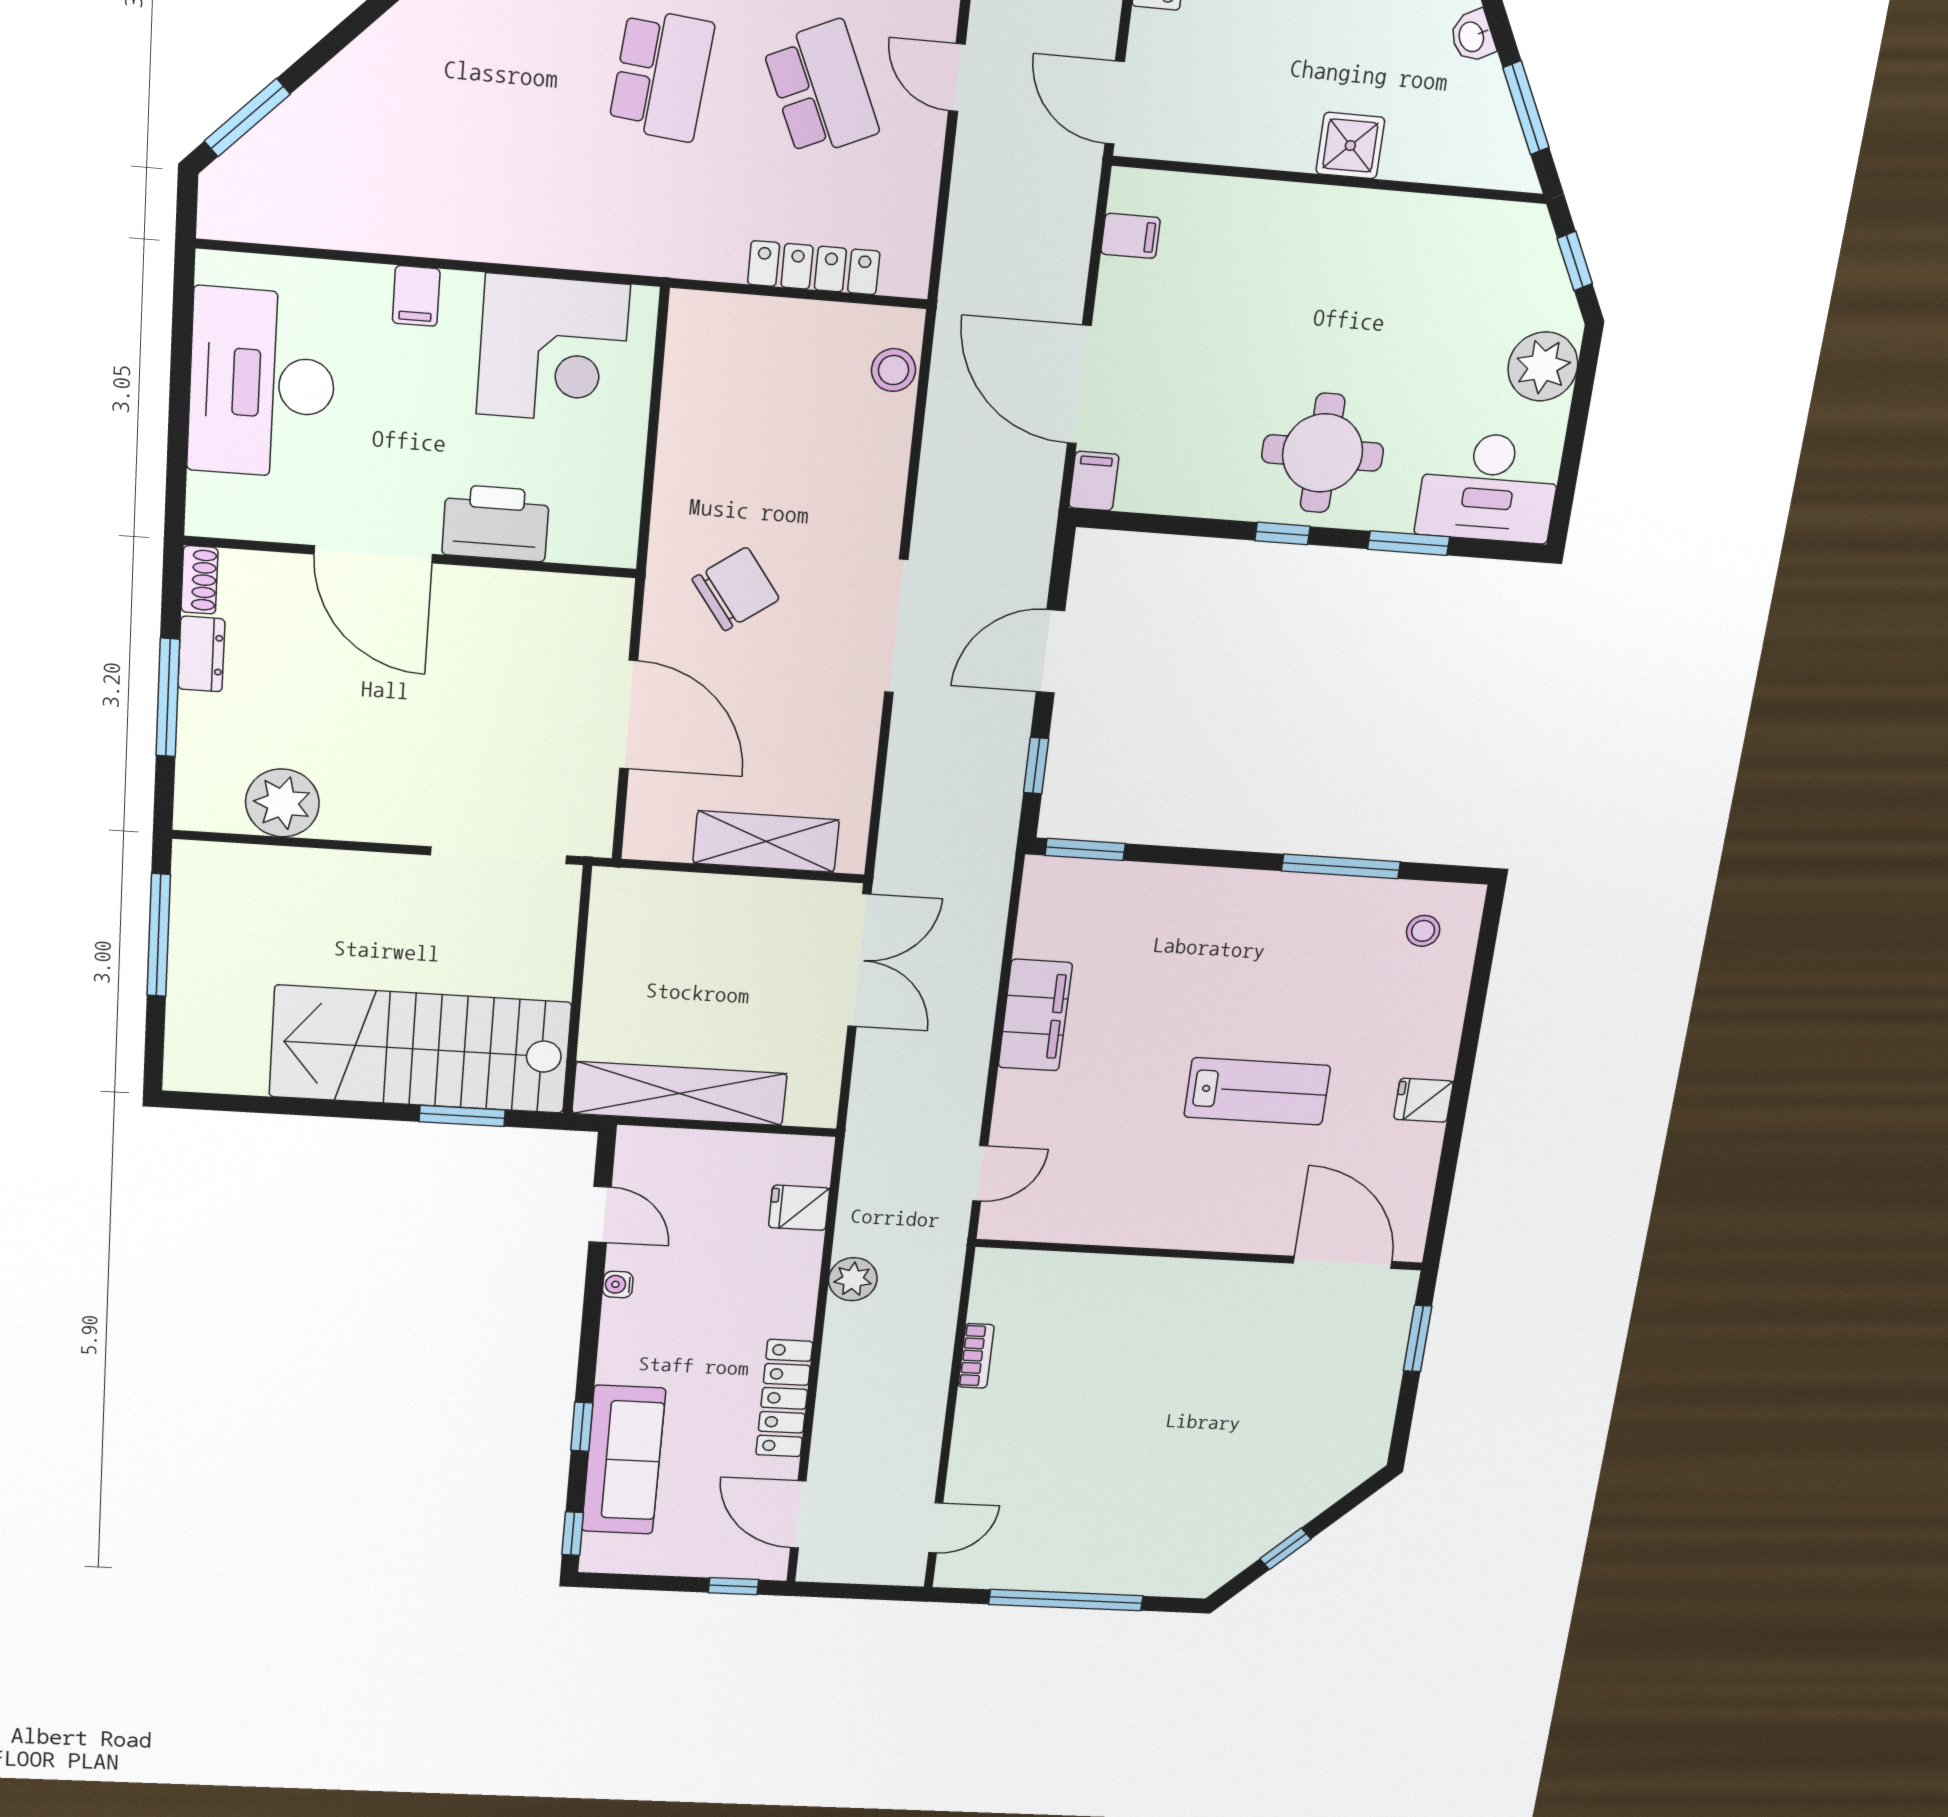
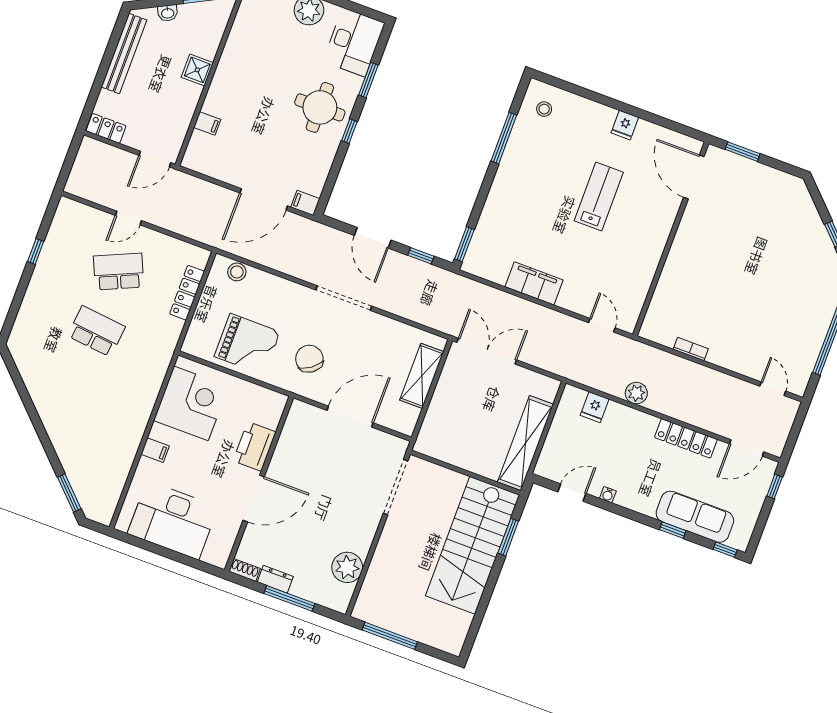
filing cabinet: (1131, 236) -> (207, 123), moved, turned 90
grand piano: (730, 440) -> (247, 344), added
door: (1343, 1262) -> (694, 177), hinge flipped

